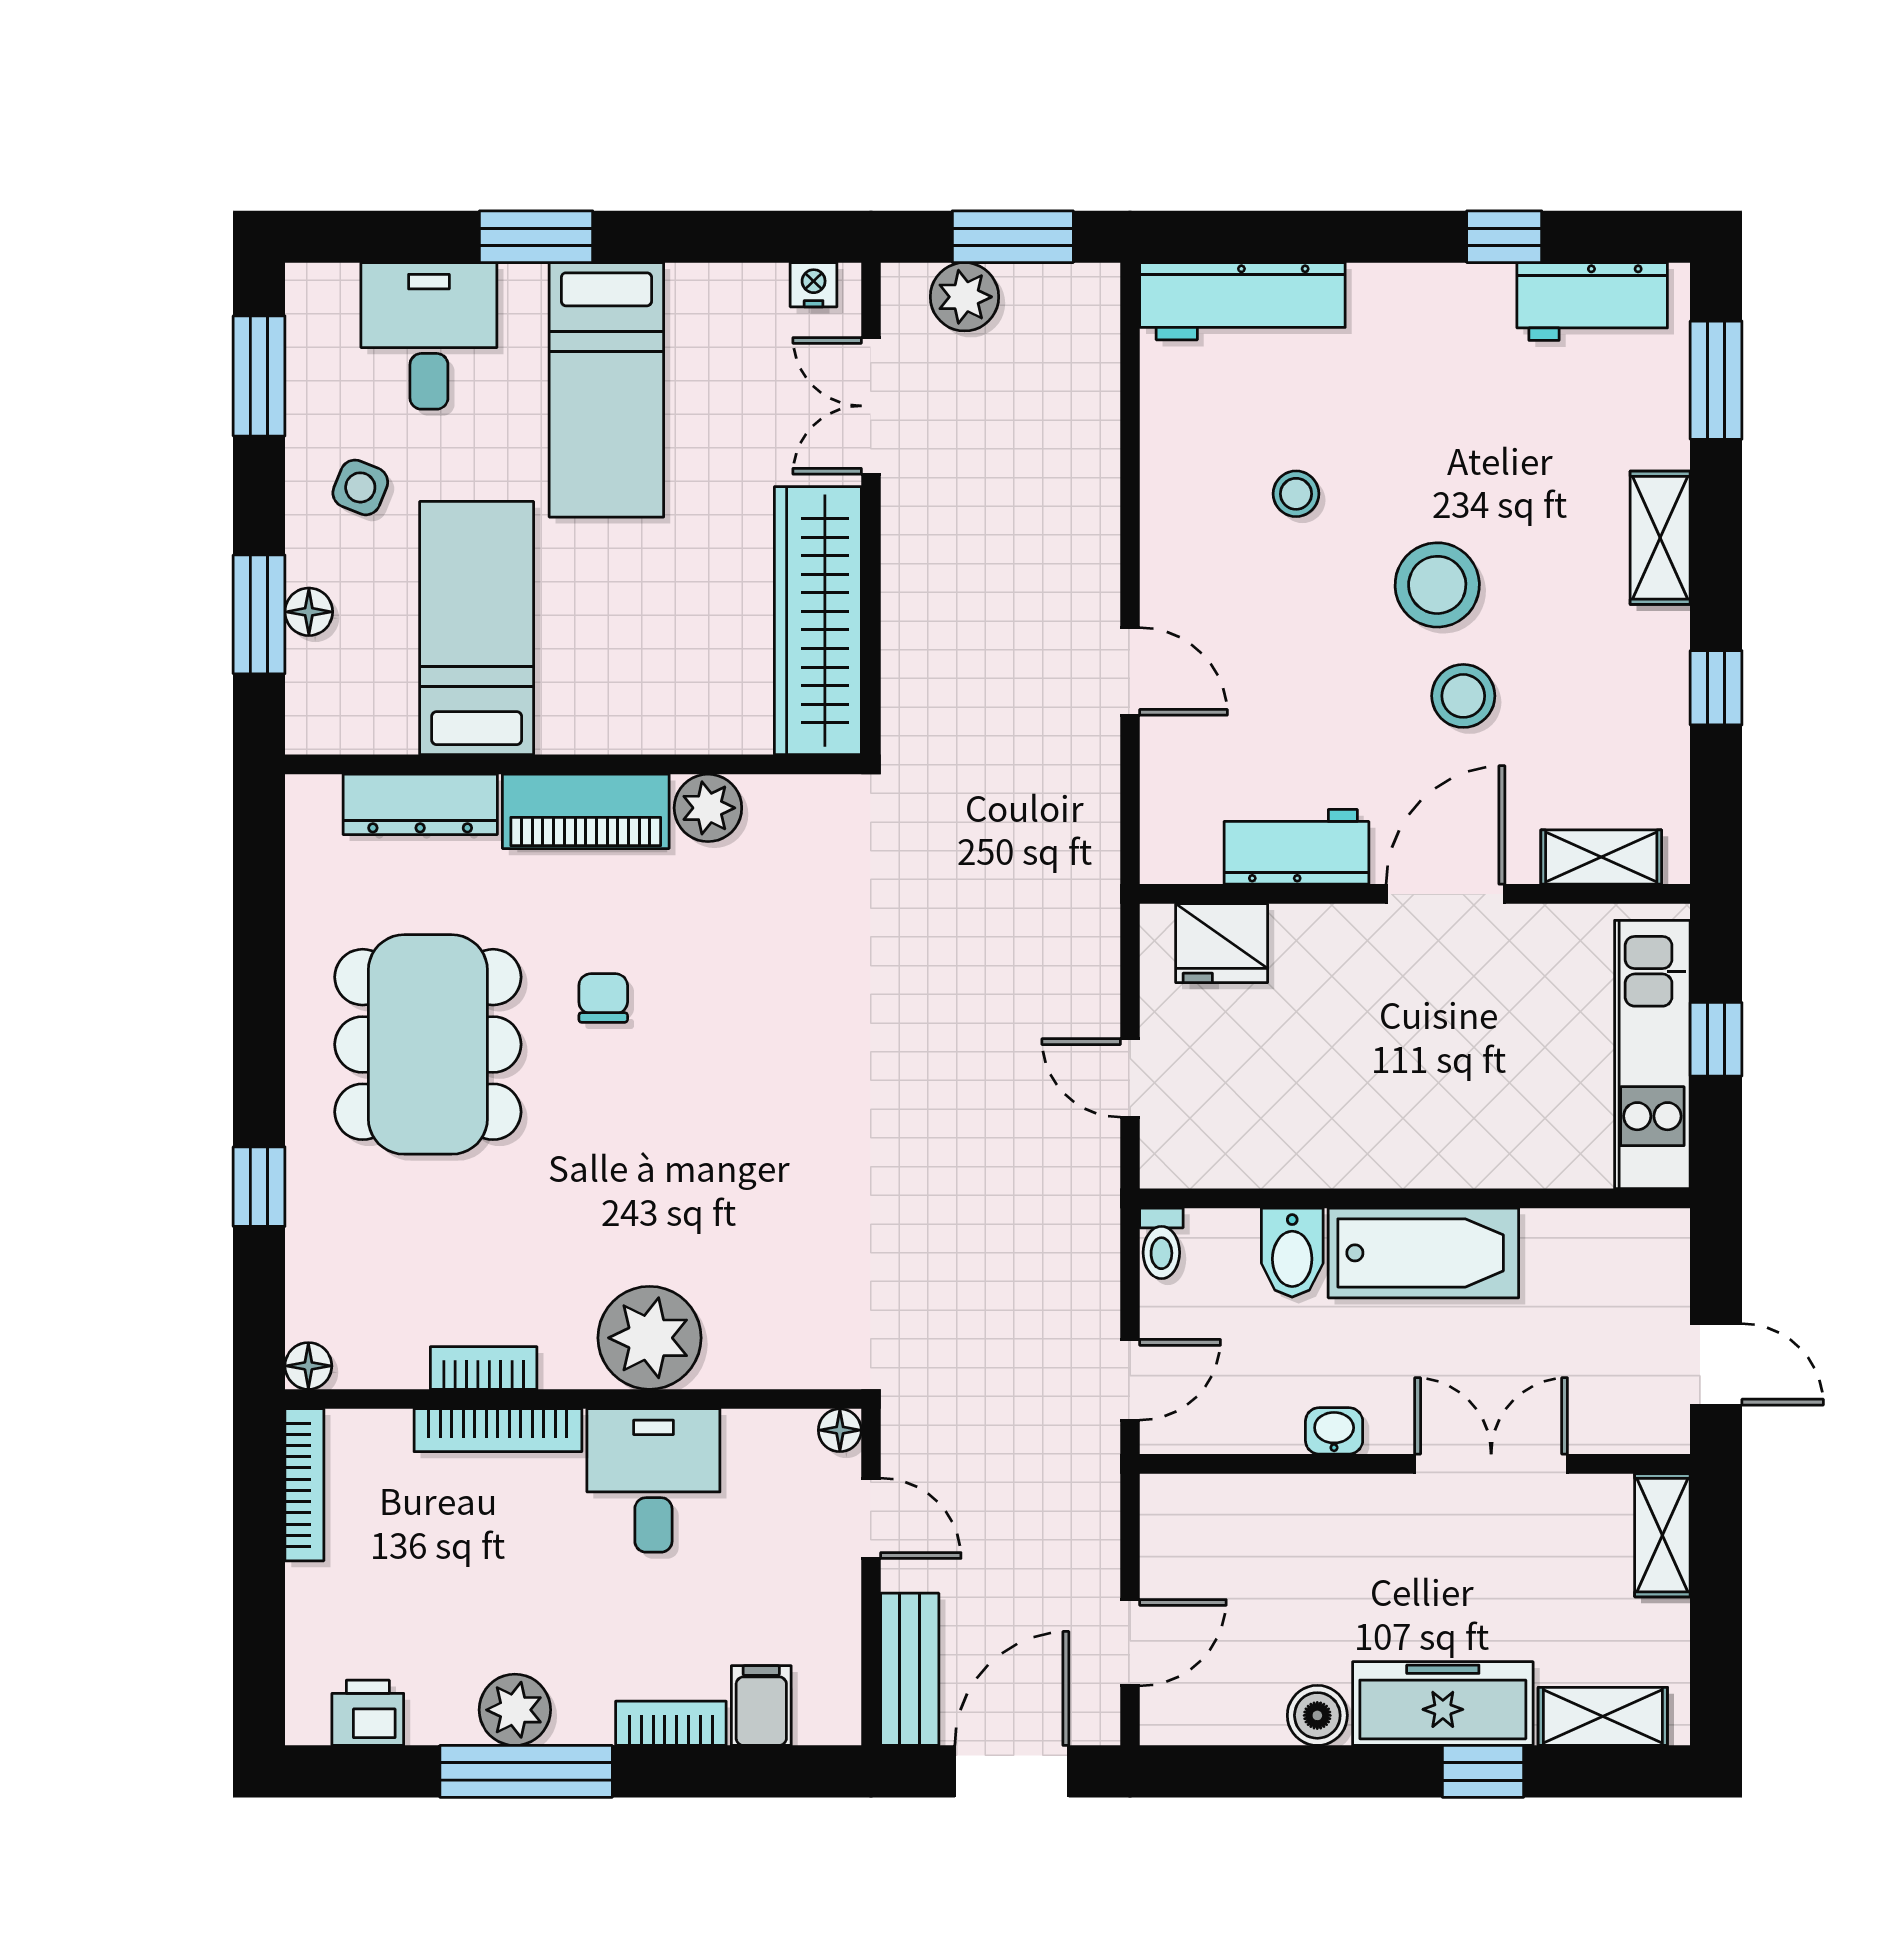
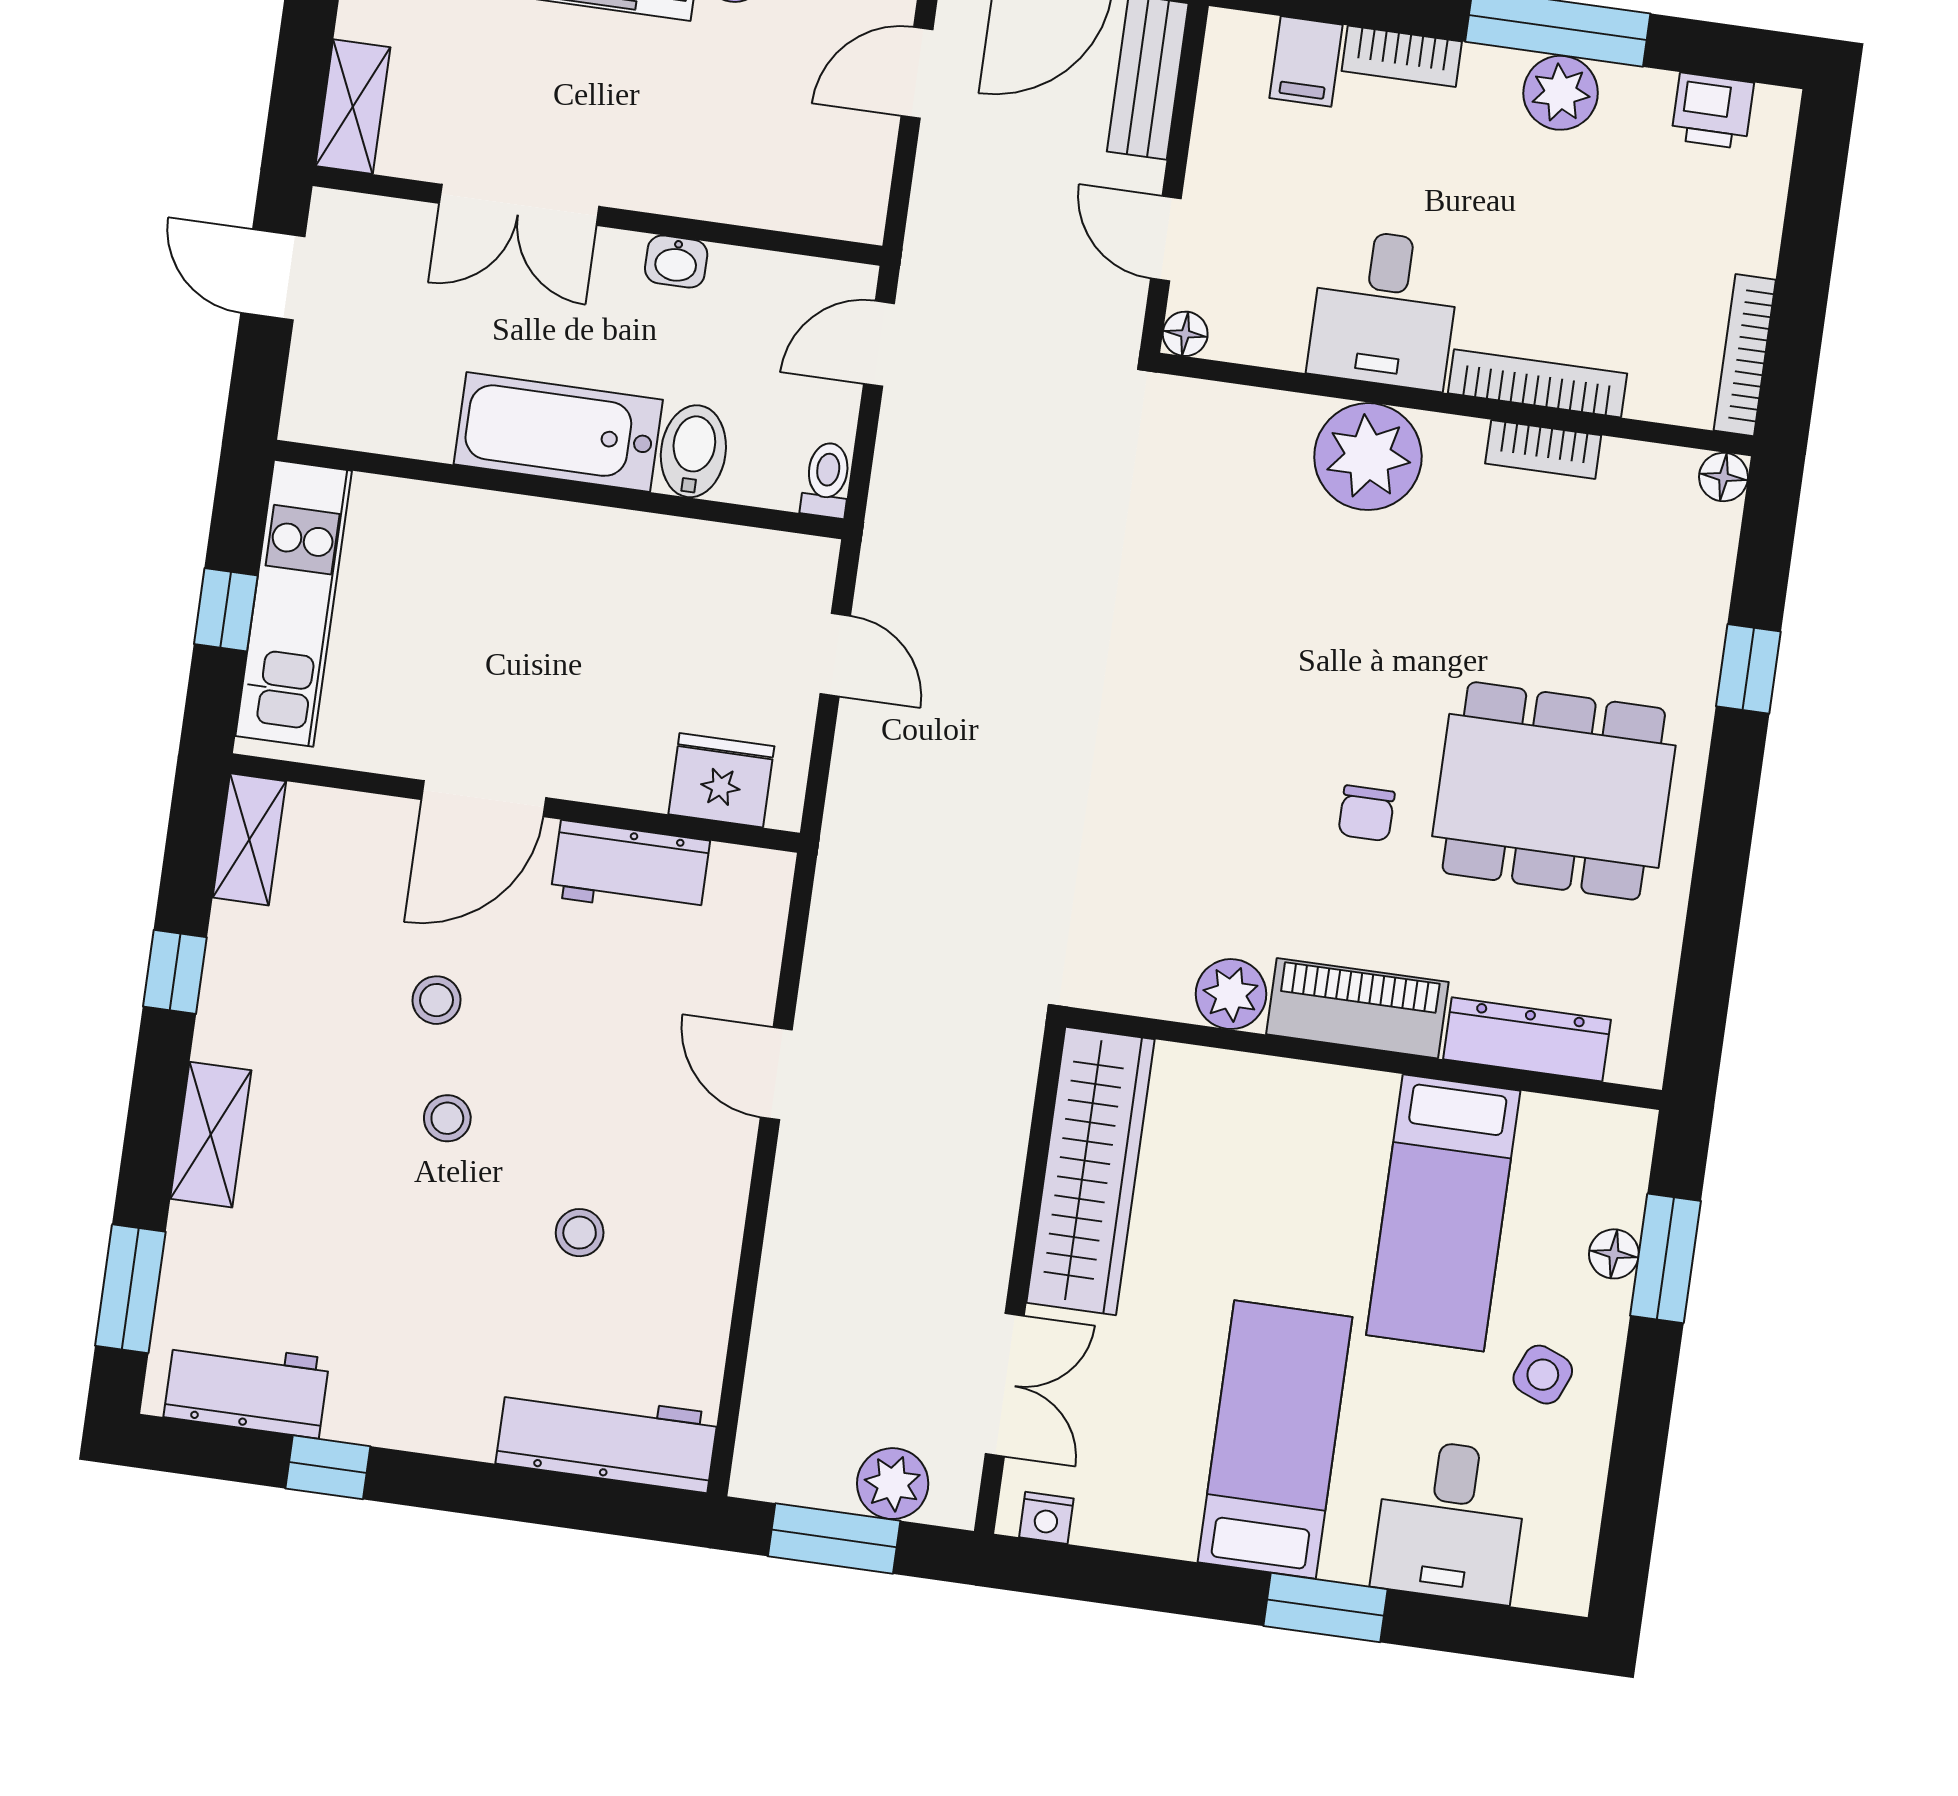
window: (259, 376) -> (1631, 1504), removed
stool: (1437, 585) -> (447, 1118), width x0.53, depth x0.53
stool: (1463, 696) -> (437, 1000), width x0.73, depth x0.73
shelving: (1601, 857) -> (249, 839), moved, turned 90
dining table: (428, 1044) -> (1554, 791), turned 90

